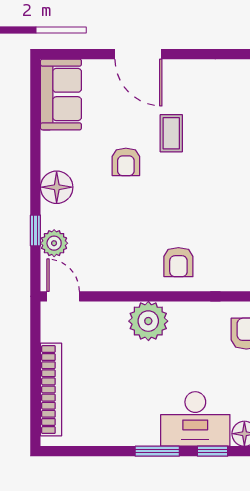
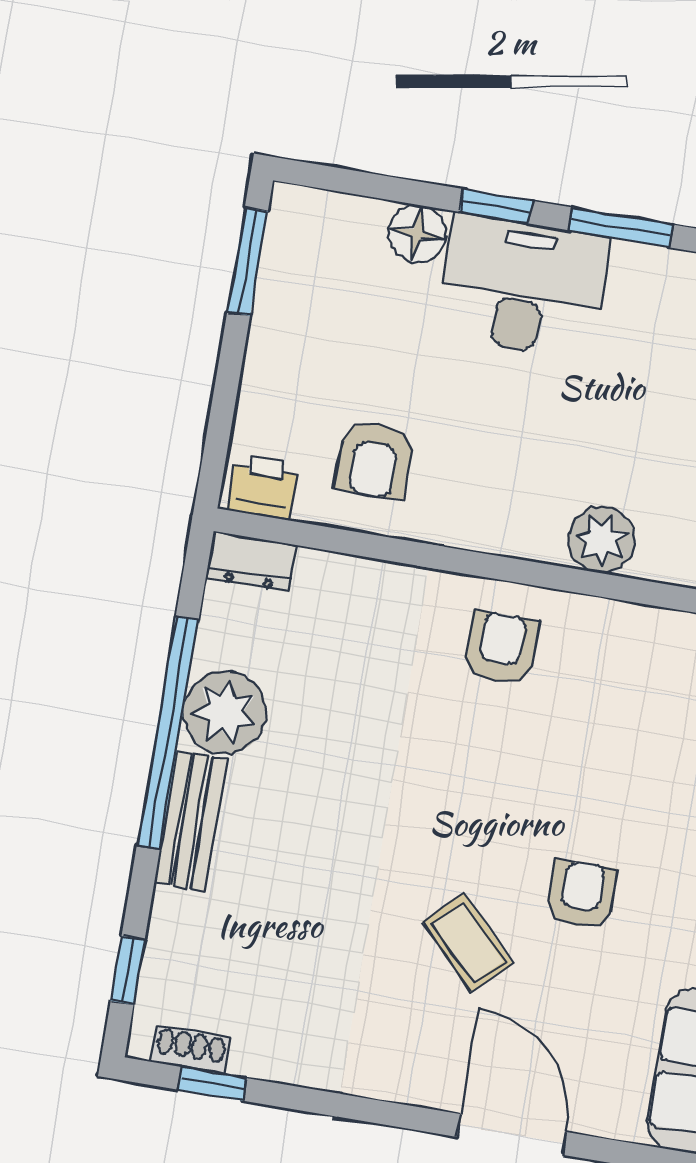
coffee table: (171, 133) -> (468, 942), turned -44
plant: (148, 321) -> (602, 540), width x0.73, depth x0.73

